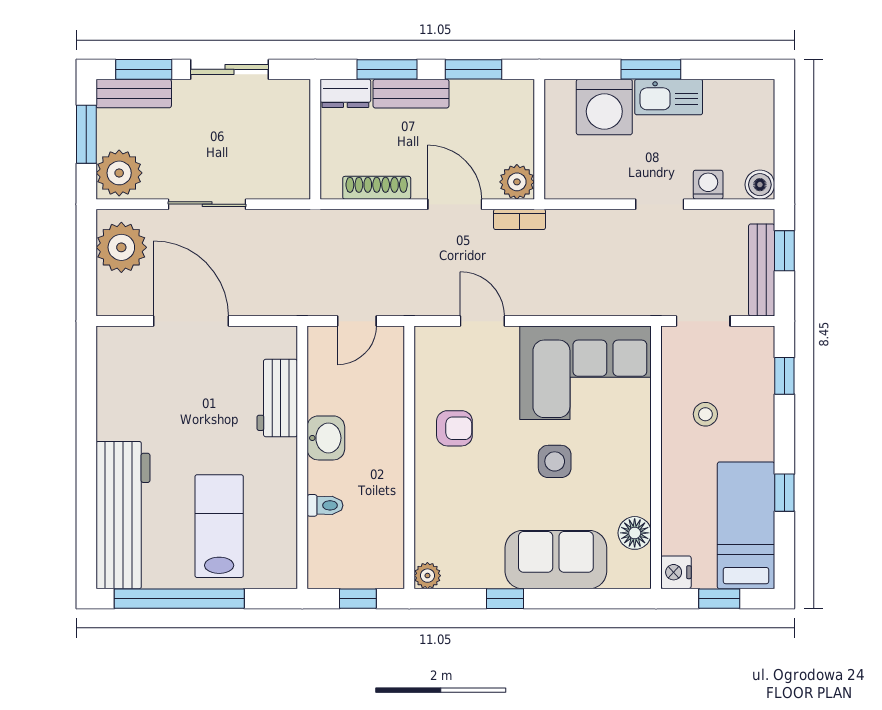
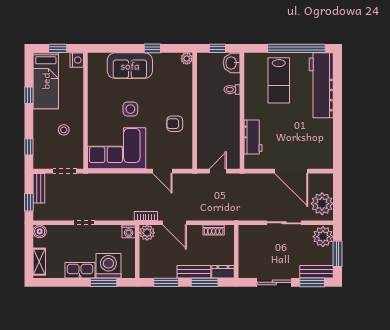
window: (651, 69) -> (103, 282), moved
shelving: (761, 116) -> (39, 262), added
washing machine: (708, 185) -> (129, 231), moved
shoe rack: (377, 188) -> (214, 230), width x0.70
bench: (762, 270) -> (39, 188), width x0.73
washbasin: (326, 438) -> (232, 63), moved
floor lamp: (635, 533) -> (95, 77), removed

